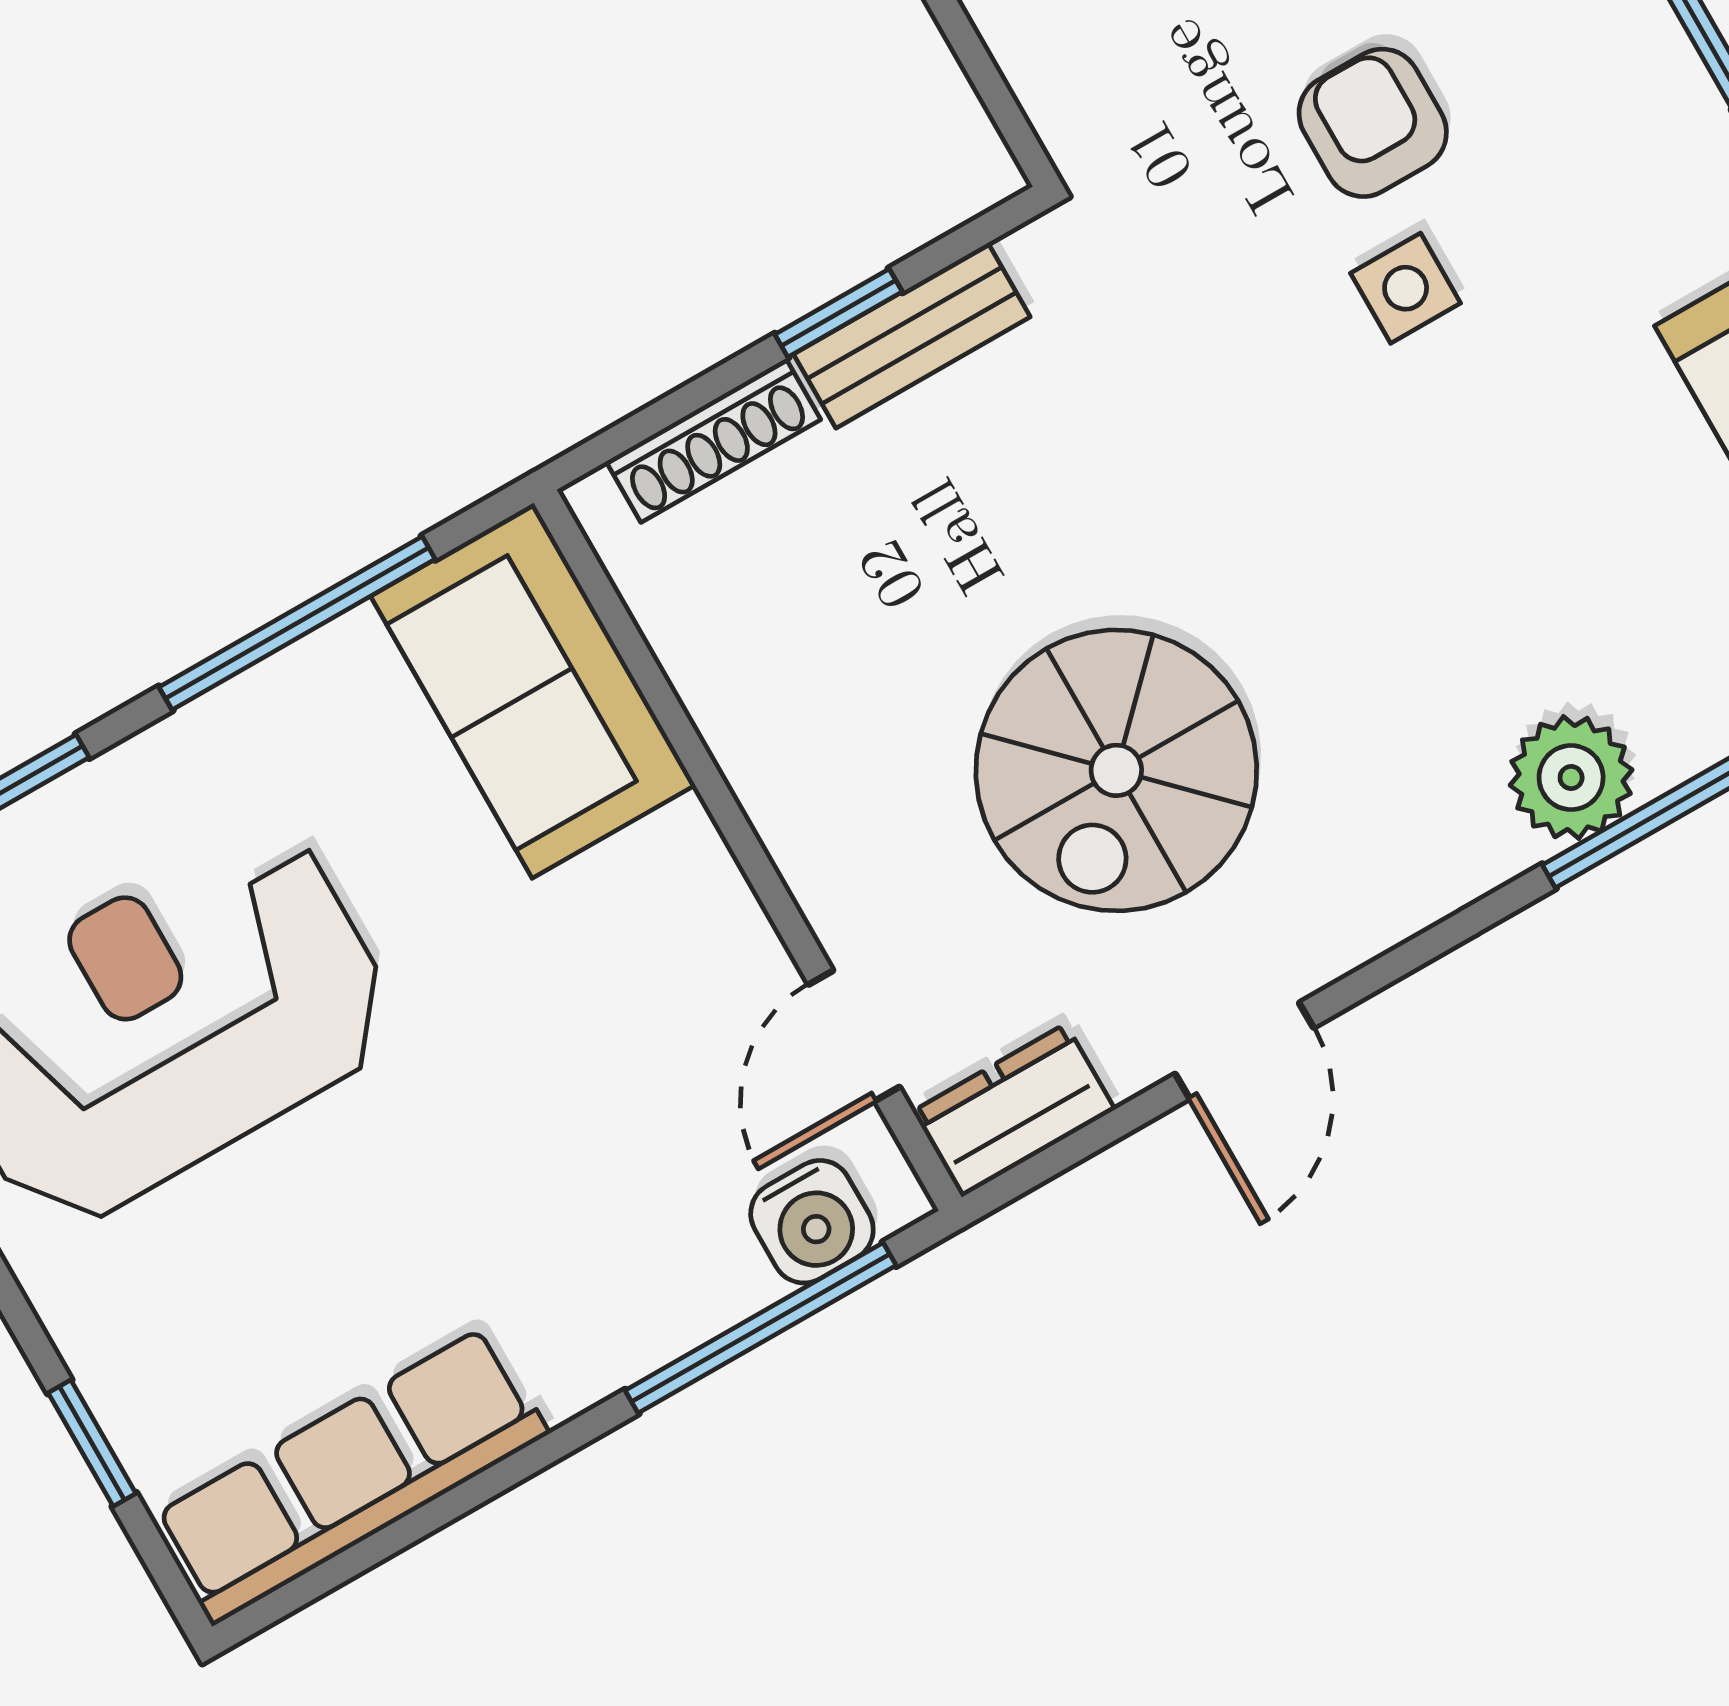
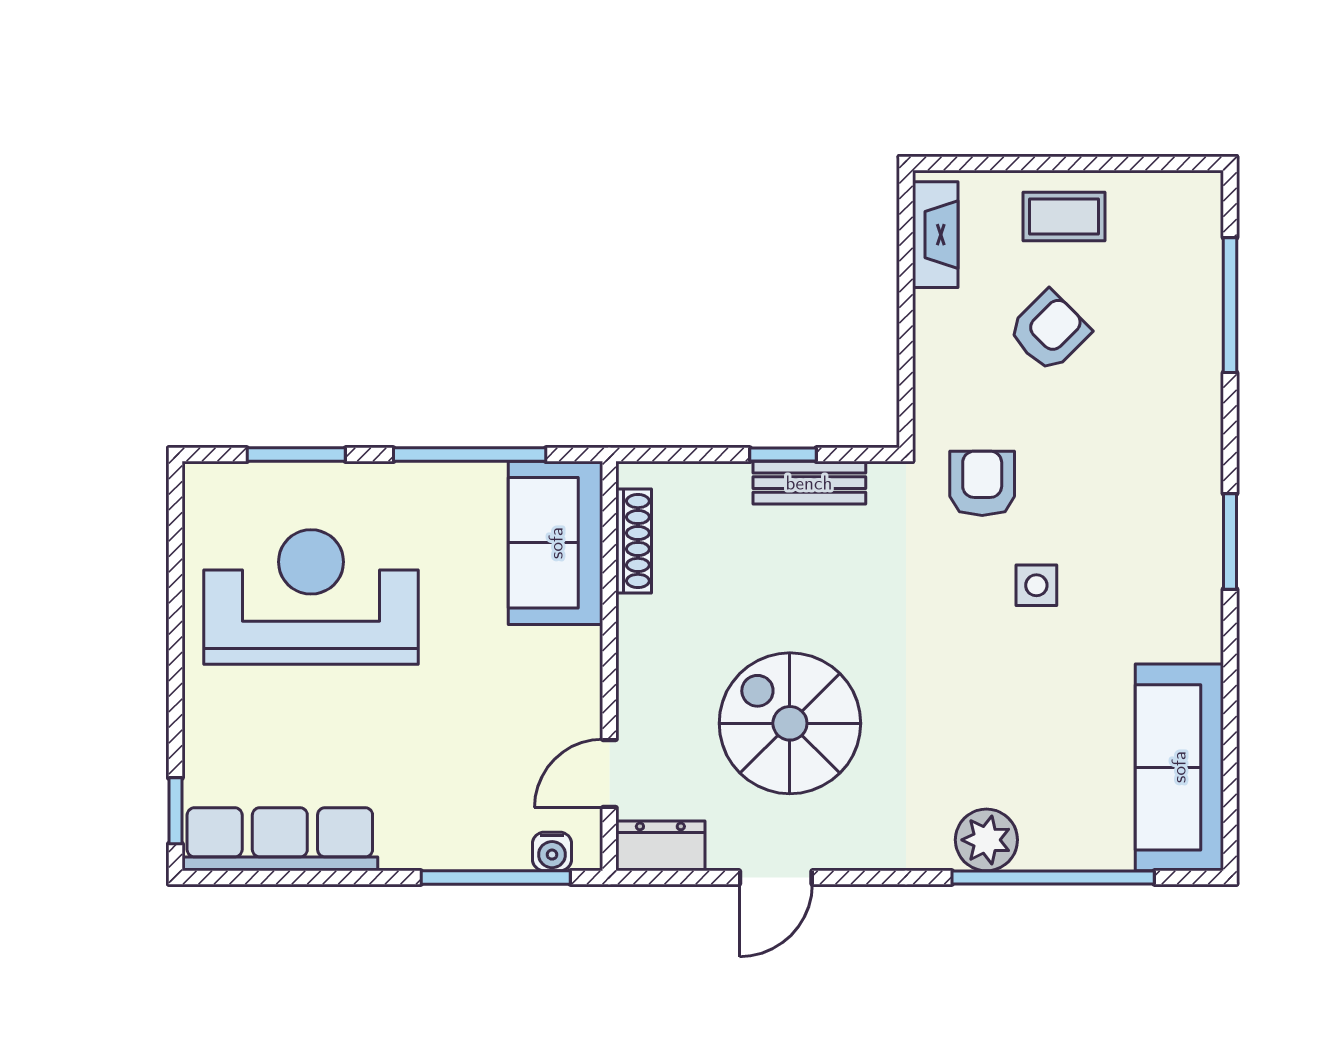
armchair: (1373, 123) -> (982, 483), moved
shoe rack: (713, 440) -> (634, 541), moved, turned -90
spiral stairs: (1116, 770) -> (790, 723), turned 90
water cooler: (812, 1222) -> (552, 851), width x0.72, depth x0.72
window: (92, 1443) -> (175, 811), moved

